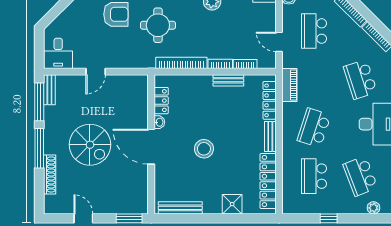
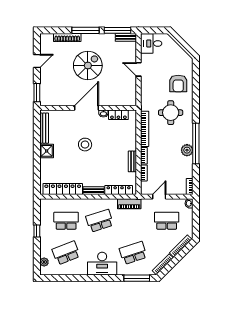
school desk: (314, 128) -> (100, 221), turned -36
spiral stairs: (90, 145) -> (88, 66), turned 180
shower: (232, 204) -> (47, 151), moved

